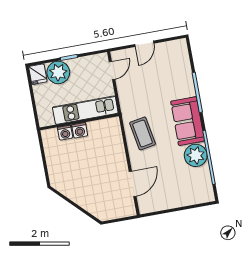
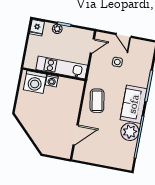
door: (144, 44) -> (124, 35), hinge flipped
plant: (58, 72) -> (57, 29), width x0.53, depth x0.53
side table: (149, 78) -> (117, 62), added
washing machine: (65, 133) -> (35, 82), width x1.89, depth x1.89

